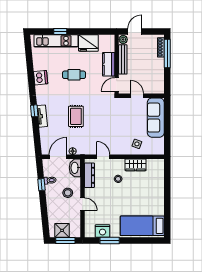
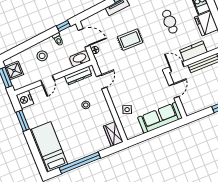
wardrobe: (136, 165) -> (113, 134), moved
window: (41, 185) -> (63, 26), moved
stool: (68, 193) -> (42, 56), moved
window: (167, 205) -> (80, 163), added
nightstand: (103, 231) -> (25, 100), moved

